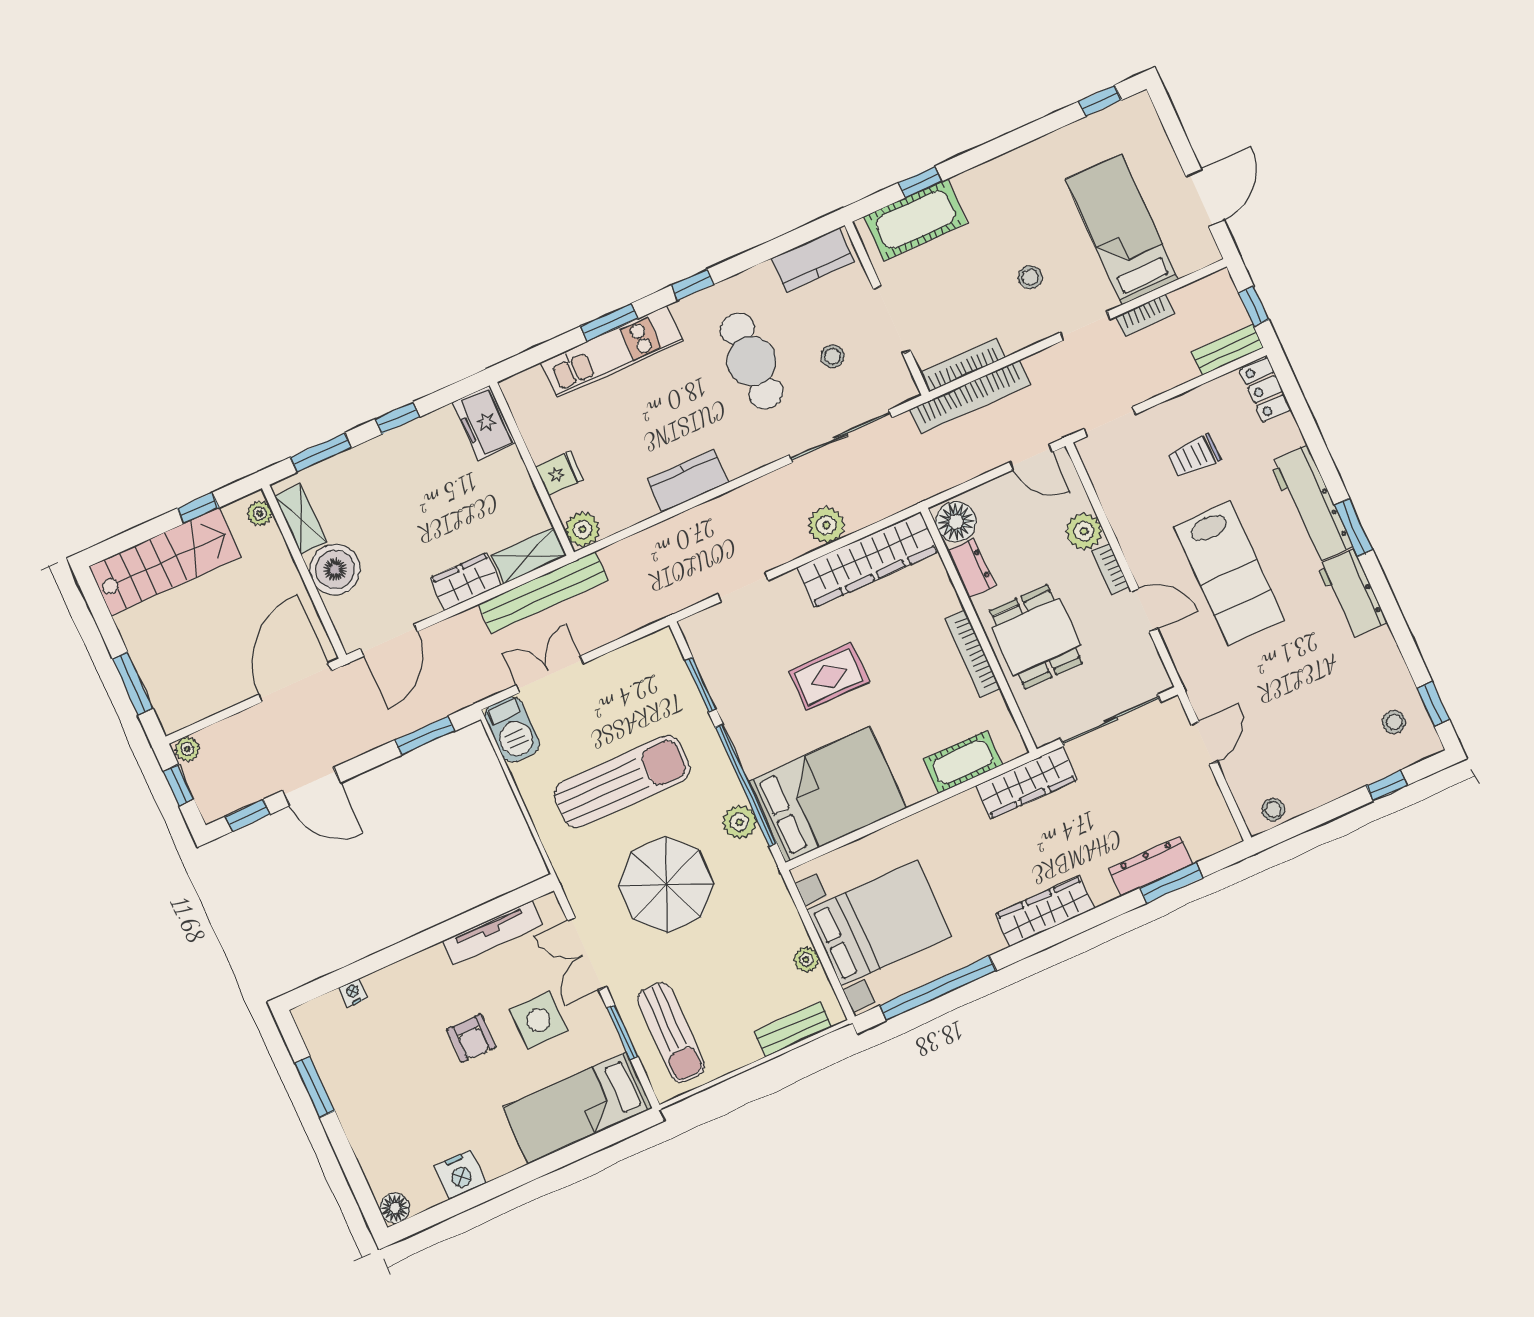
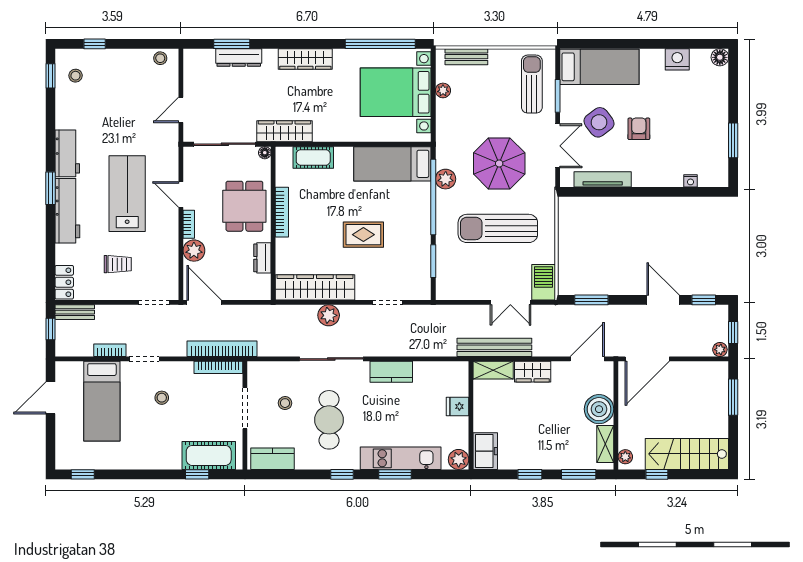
sliding door: (840, 436) -> (331, 359), moved
door: (1031, 457) -> (204, 302), width x1.38
floor lamp: (956, 522) -> (265, 153), moved, width x0.53, depth x0.53
plant: (583, 529) -> (459, 459), moved
bed: (827, 795) -> (392, 164), width x0.67
side table: (539, 1020) -> (599, 122), turned -37

